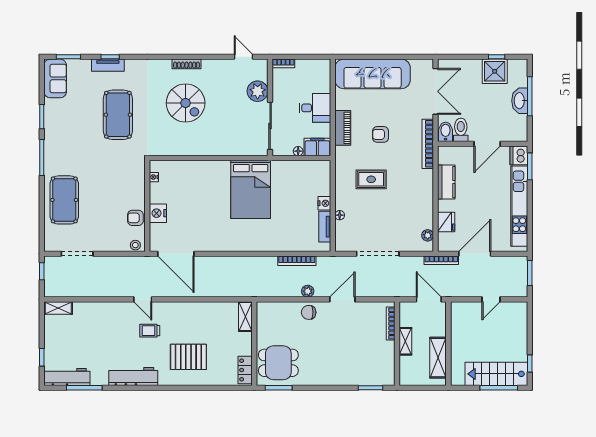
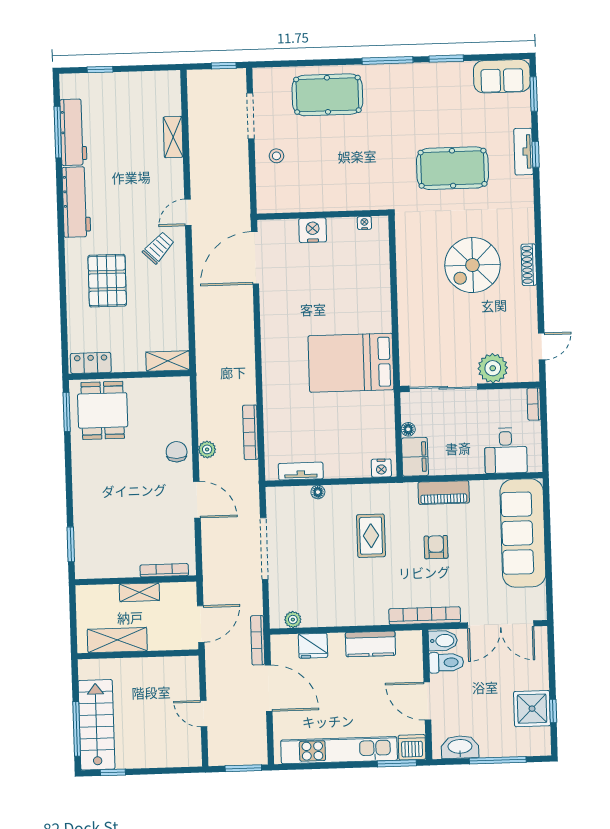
washbasin: (520, 101) -> (460, 747), moved
desk: (315, 108) -> (506, 451), moved
nightstand: (324, 203) -> (381, 468), moved
armchair: (135, 218) -> (305, 198), removed
stool: (135, 245) -> (276, 156), moved
shelving: (58, 308) -> (173, 137), moved
trolley: (150, 331) -> (158, 248), moved, turned 44
workbench: (67, 377) -> (73, 132), moved

